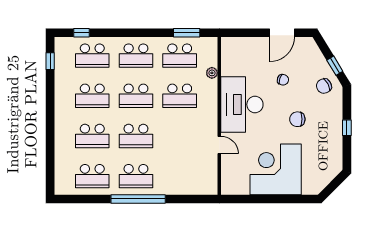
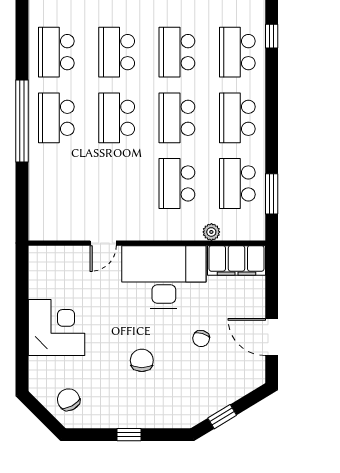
filing cabinet: (231, 56) -> (236, 261), added
chair: (324, 86) -> (69, 400), moved
corner desk: (276, 169) -> (56, 327), width x0.74, depth x0.74

